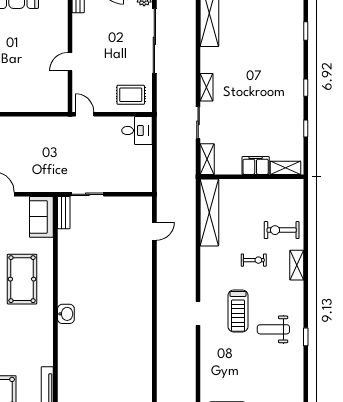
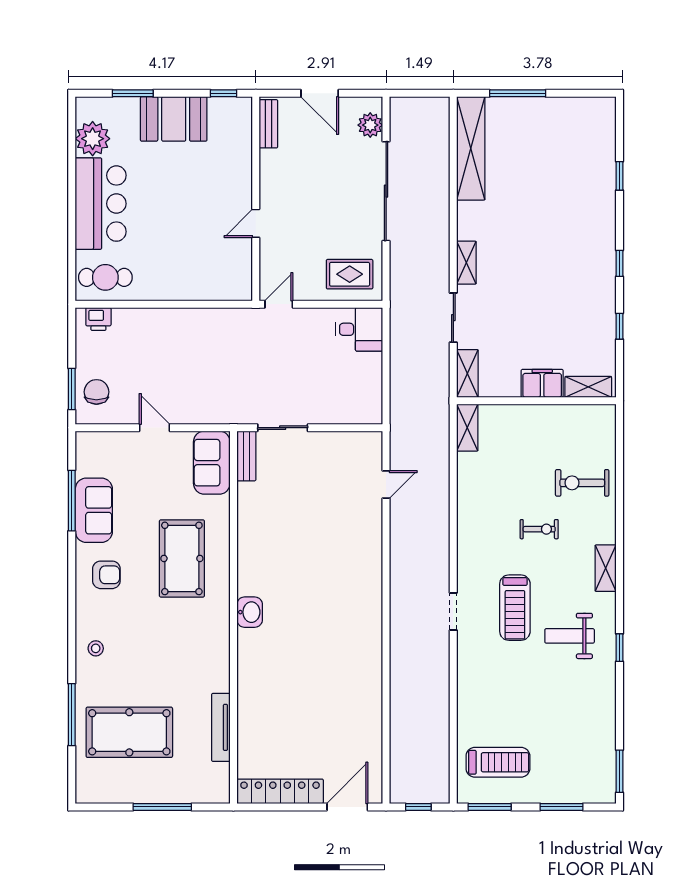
door: (85, 114) -> (279, 304), hinge flipped
shelving: (209, 213) -> (467, 428), width x0.45, depth x0.75
shelving: (297, 265) -> (606, 568), moved

